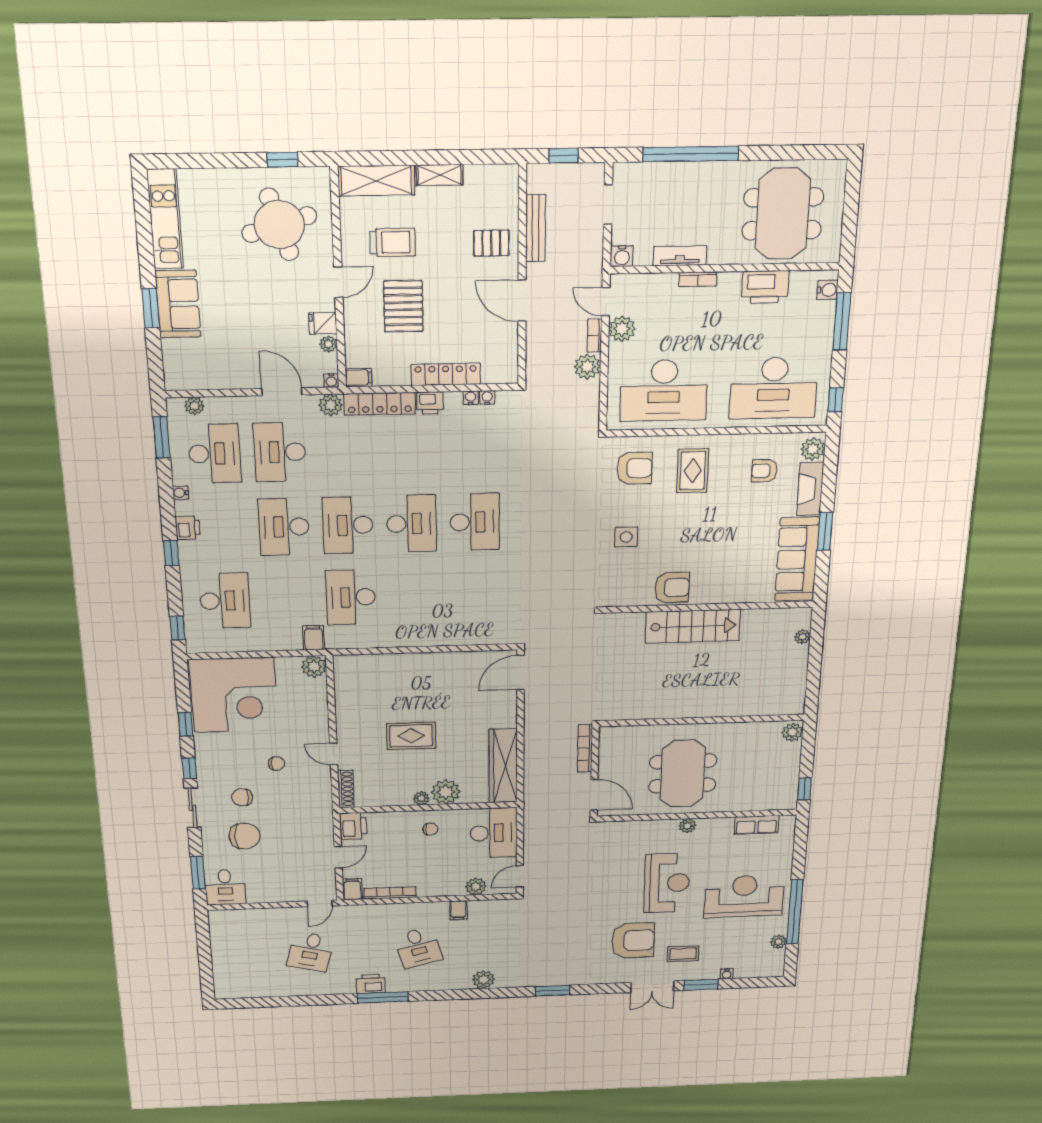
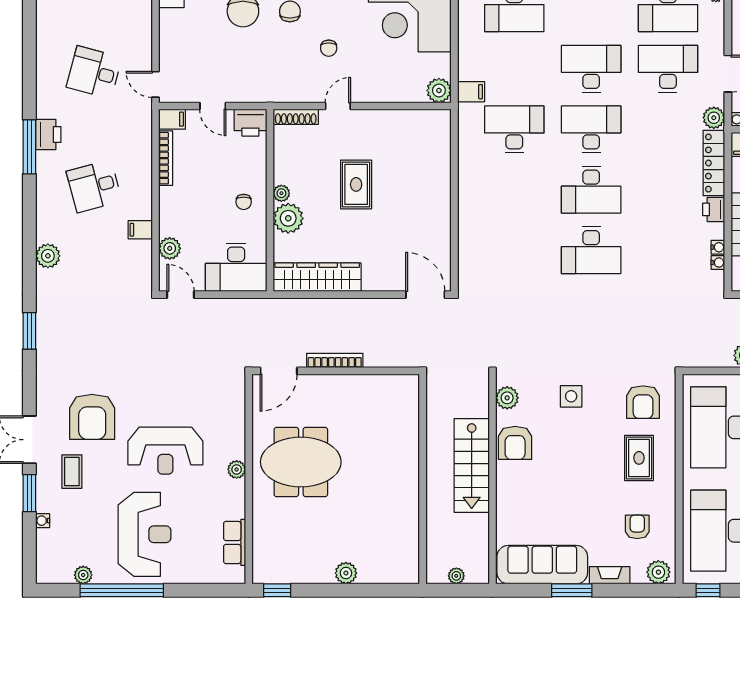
rug: (693, 471) -> (639, 458), turned 90
fireplace: (810, 489) -> (610, 575), width x0.73, depth x0.76
plant: (626, 596) -> (507, 398), added
wall: (702, 720) -> (423, 479), moved

